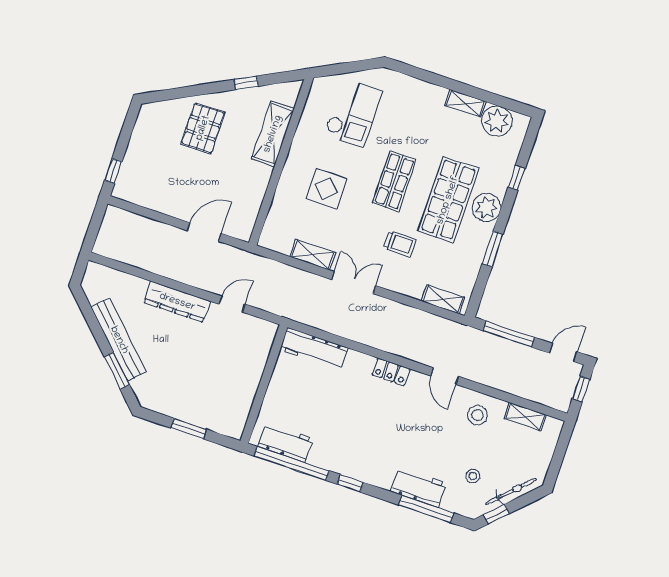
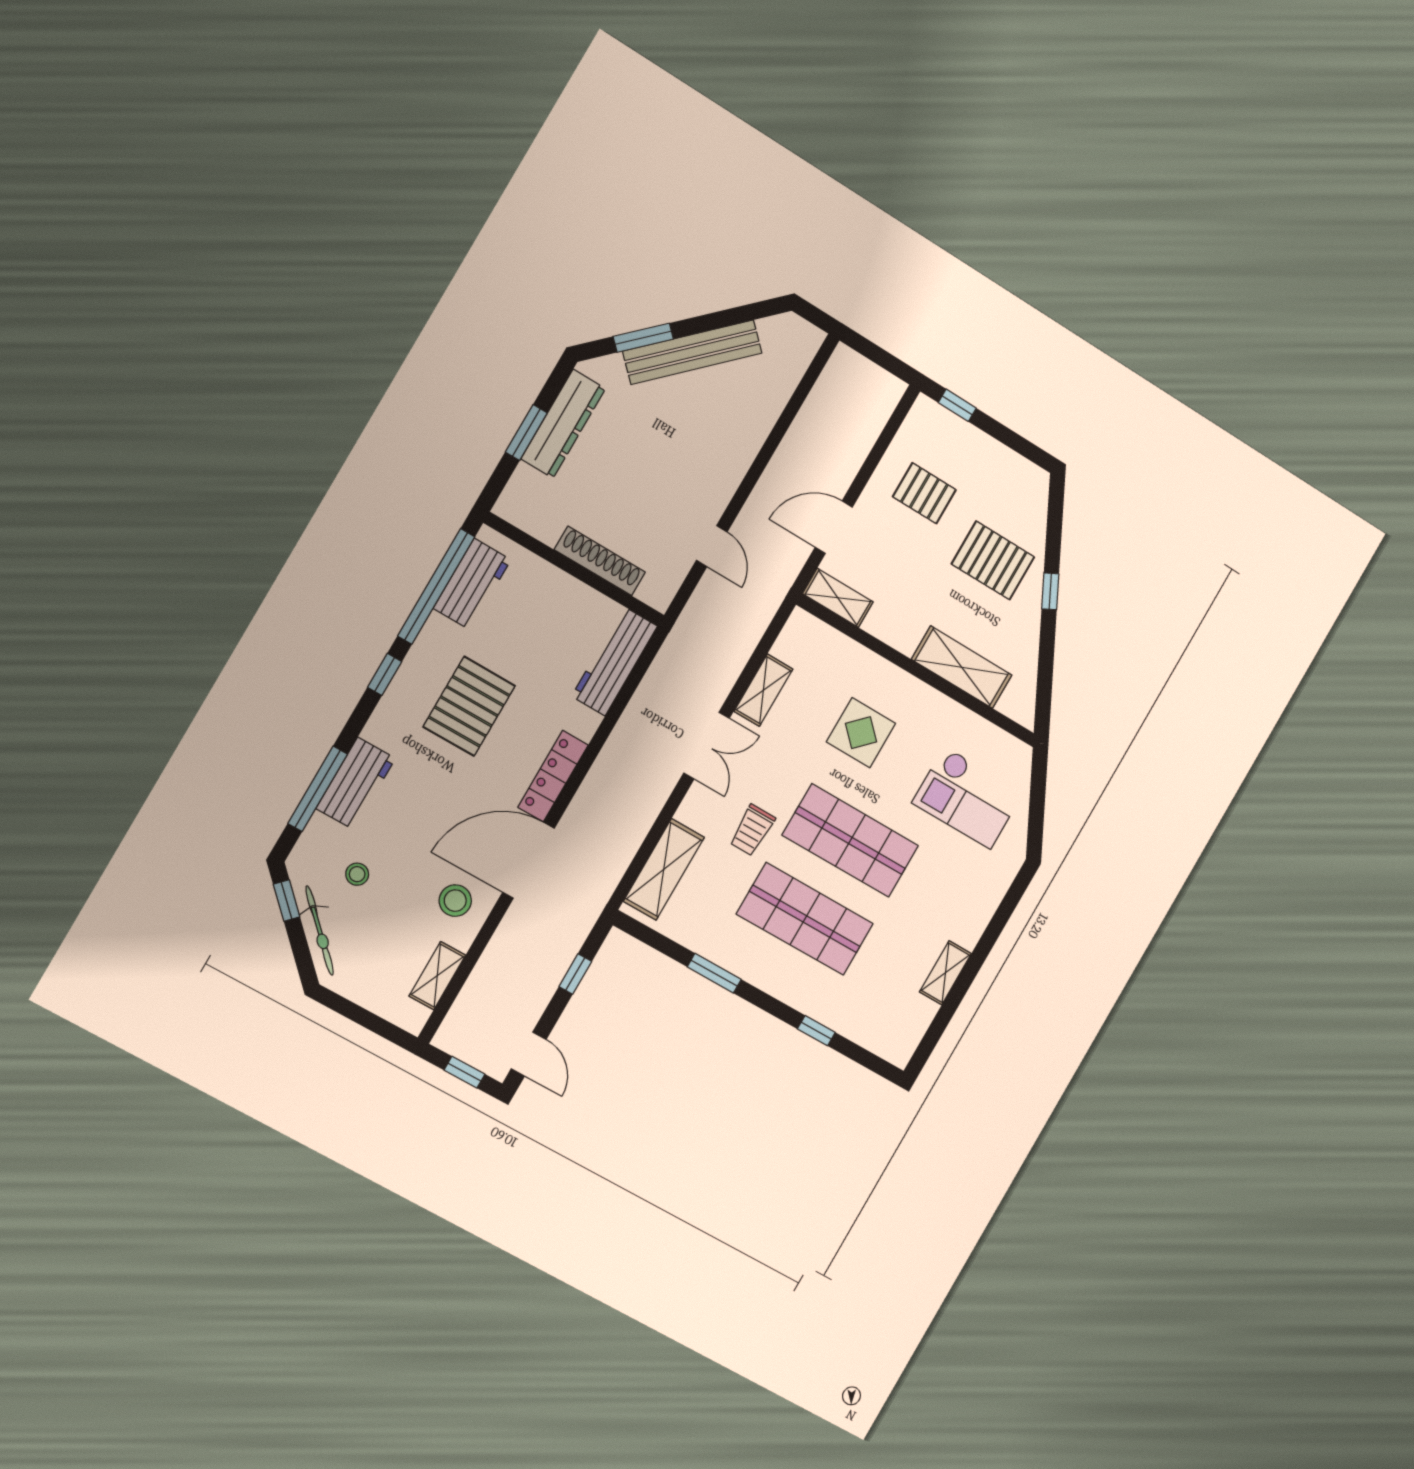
window: (246, 83) -> (1050, 591), moved
plant: (497, 121) -> (909, 1016), removed
pallet: (171, 180) -> (924, 493), added
shop shelf: (394, 181) -> (850, 840), width x1.43, depth x1.36
plant: (486, 207) -> (781, 976), removed
shelving: (247, 220) -> (838, 598), added
door: (204, 232) -> (834, 527), swing flipped
shelving: (443, 299) -> (664, 869), width x1.50, depth x1.33
dresser: (177, 302) -> (563, 424), moved, turned 180
window: (509, 334) -> (575, 974), width x0.46
shoe rack: (256, 370) -> (600, 561), added
locker: (391, 372) -> (553, 776), width x1.53
door: (445, 376) -> (529, 860), width x1.87
pallet: (359, 430) -> (469, 706), added

